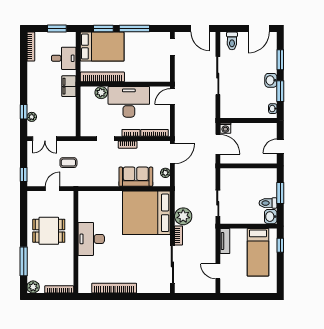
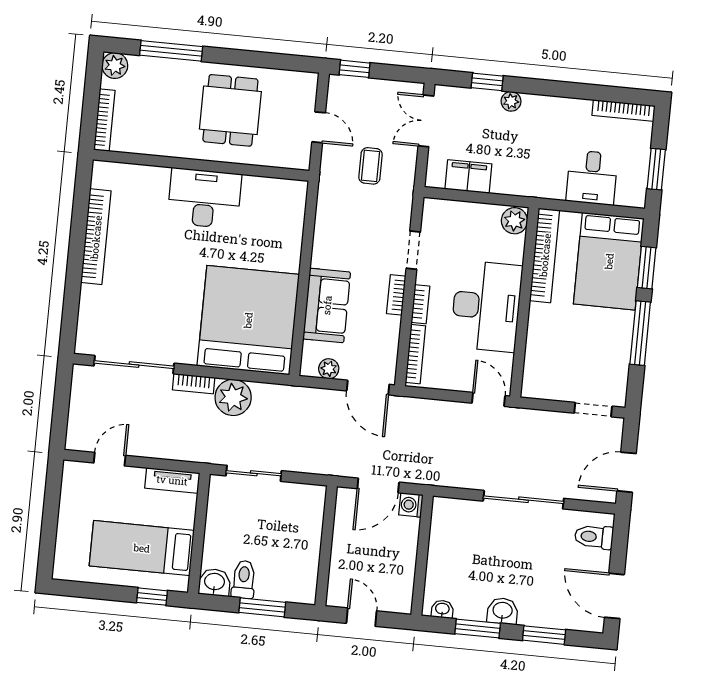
filing cabinet: (69, 86) -> (468, 177), moved
plant: (101, 93) -> (514, 221), moved
plant: (32, 117) -> (511, 101), moved

